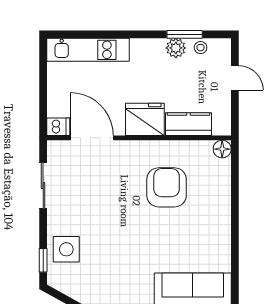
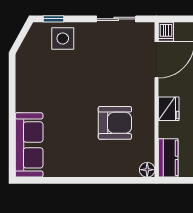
fridge: (145, 119) -> (169, 109), width x0.73, depth x0.75
kitchen counter: (188, 124) -> (168, 158), moved

